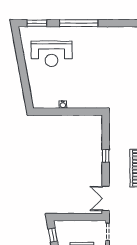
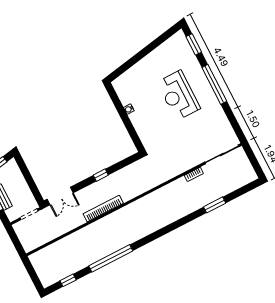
reception desk: (52, 54) -> (179, 95), moved
double door: (106, 198) -> (60, 196), swing flipped

